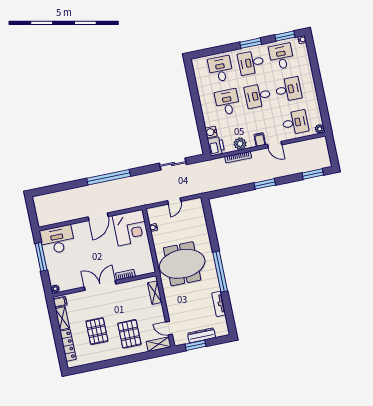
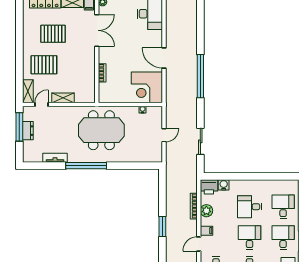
desk: (220, 69) -> (283, 207), turned -90
desk: (227, 102) -> (250, 207), turned 180
door: (174, 201) -> (164, 135), swing flipped
meeting table: (182, 264) -> (101, 130), turned 90
double door: (100, 285) -> (97, 30), moved
shelving: (155, 293) -> (63, 98), moved
dresser: (201, 335) -> (28, 131), width x0.70
window: (195, 345) -> (19, 127), width x1.44

